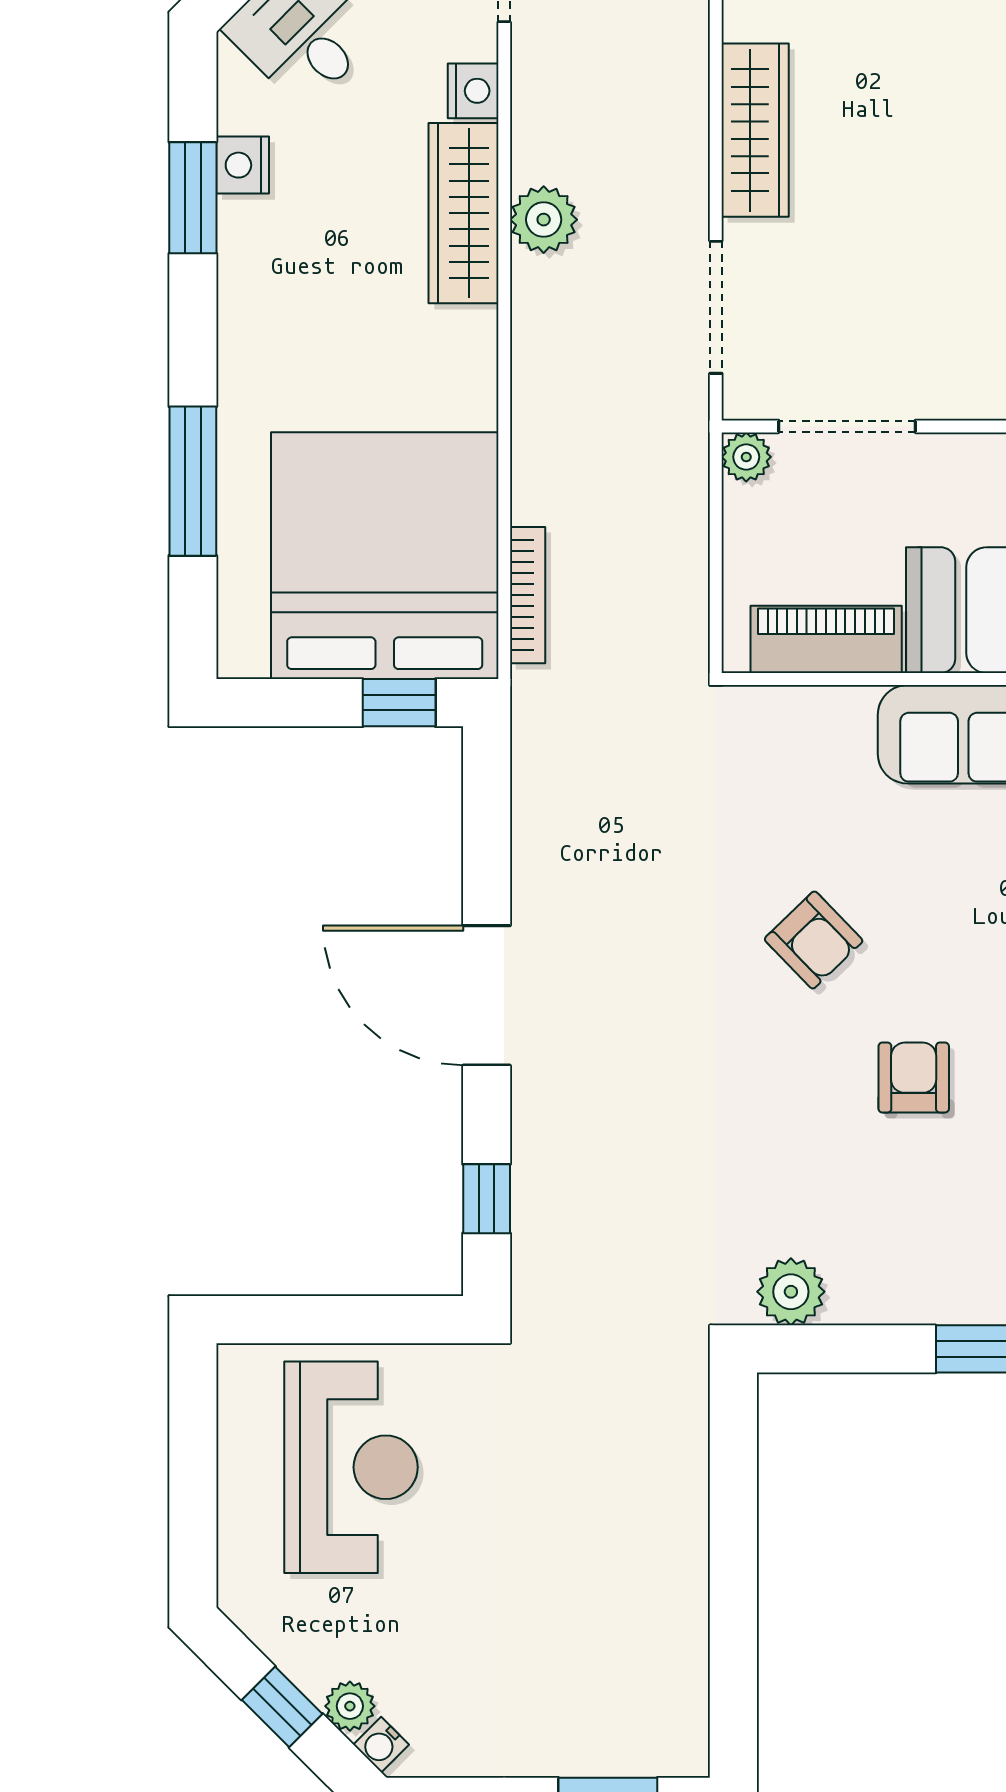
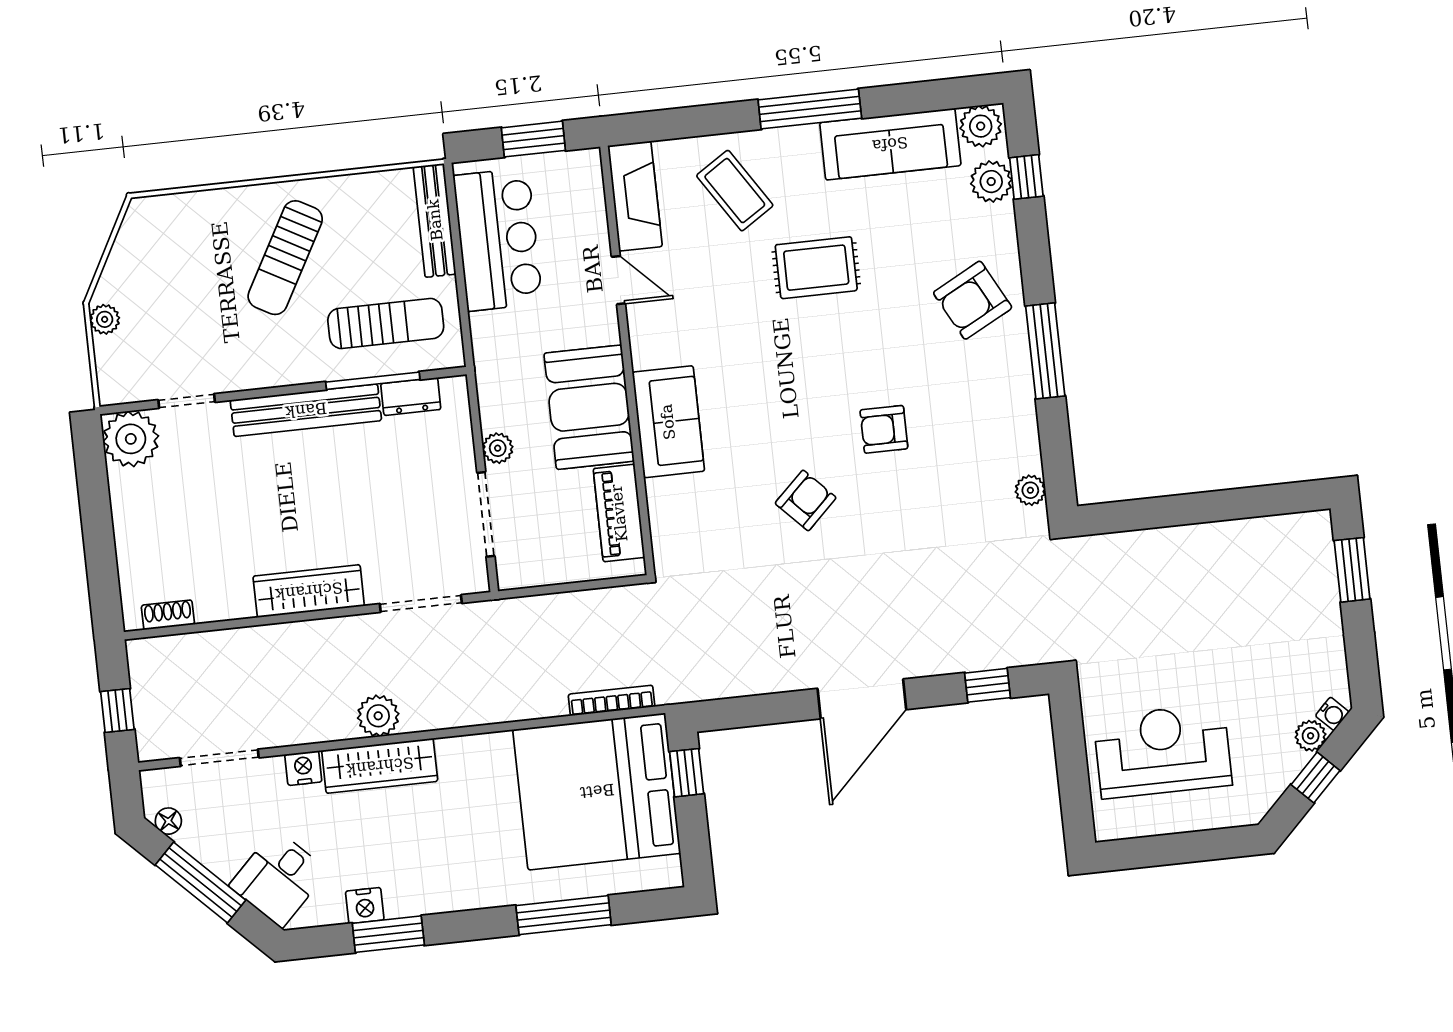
plant: (746, 457) -> (498, 448), moved
plant: (791, 1292) -> (1030, 490), width x0.73, depth x0.73

